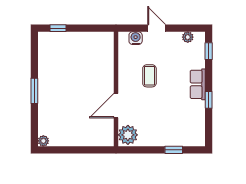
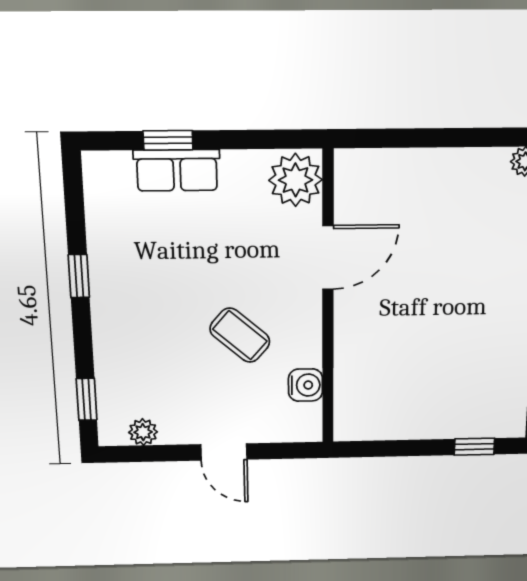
water cooler: (136, 38) -> (305, 385), moved, turned -90
coffee table: (149, 76) -> (240, 335), turned -49
row of seats: (198, 84) -> (177, 170), moved, turned 90

